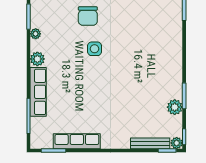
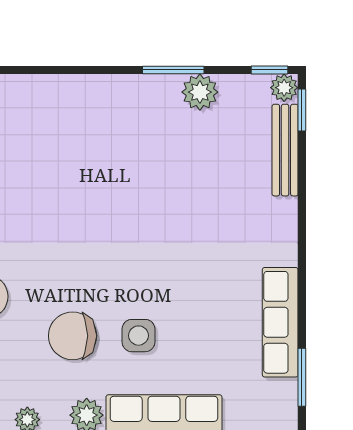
side table: (94, 49) -> (139, 336), moved
chair: (71, 53) -> (73, 336), added

